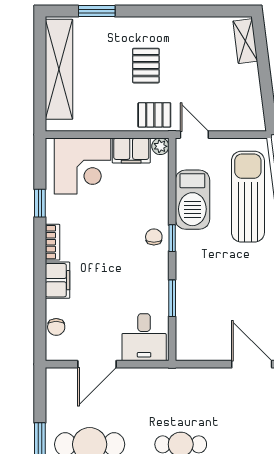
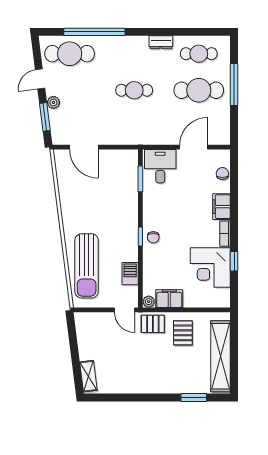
pallet: (146, 66) -> (183, 333), moved
corner desk: (82, 166) -> (210, 268), moved, turned -90
barbecue: (192, 200) -> (130, 274), width x0.53, depth x0.65
window: (172, 298) -> (140, 179), moved

